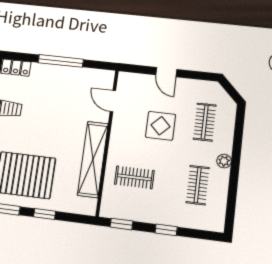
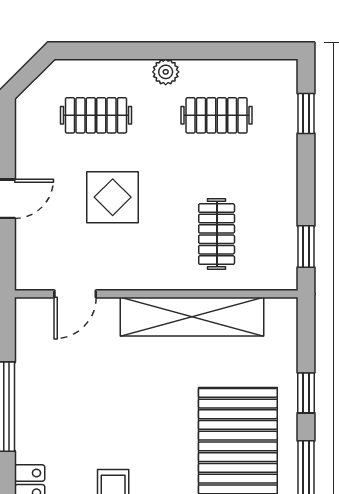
window: (166, 230) -> (306, 113), moved

